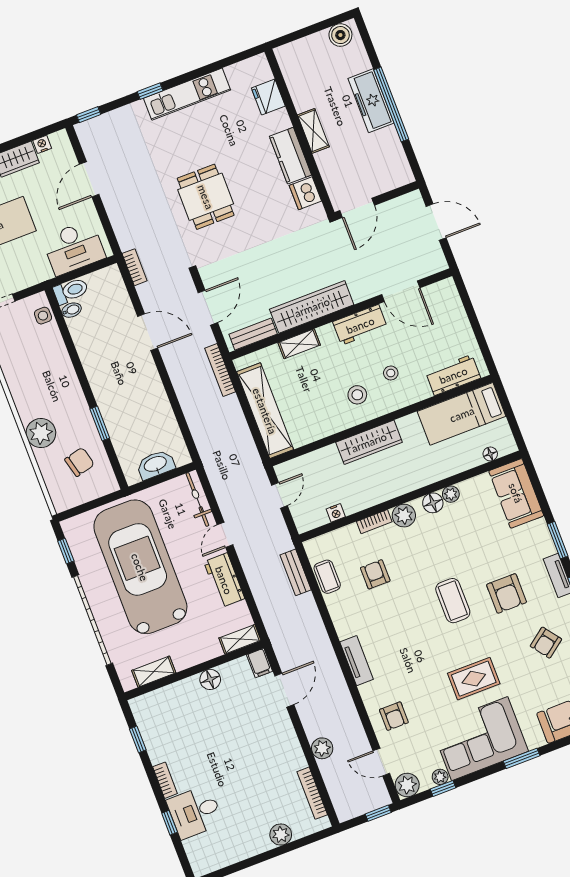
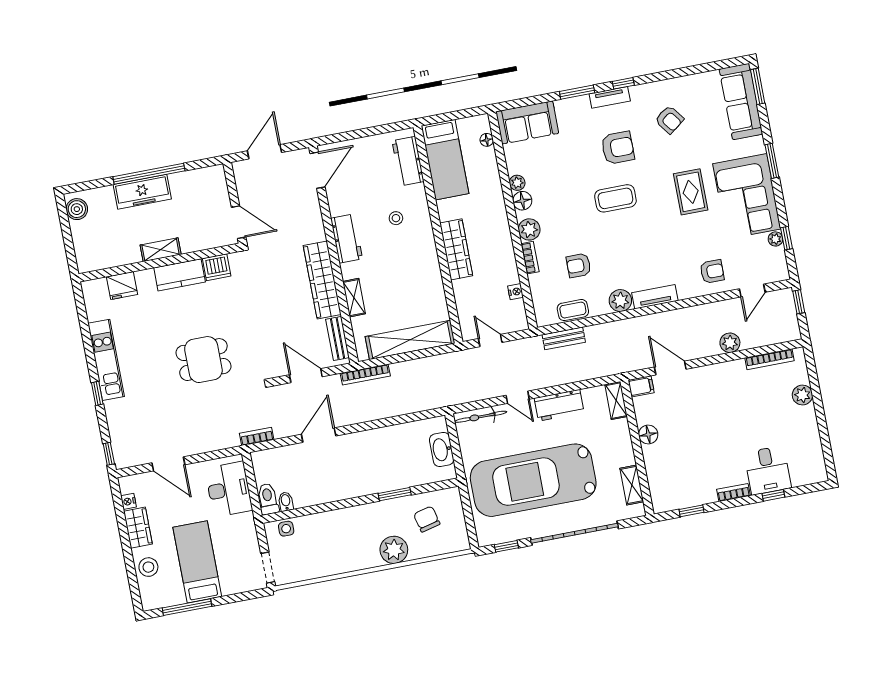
door: (401, 291) -> (318, 170), moved
stool: (357, 395) -> (410, 253), removed
plant: (407, 785) -> (620, 301), moved

